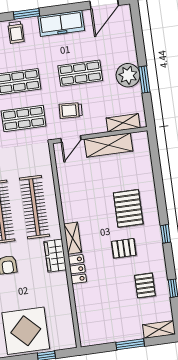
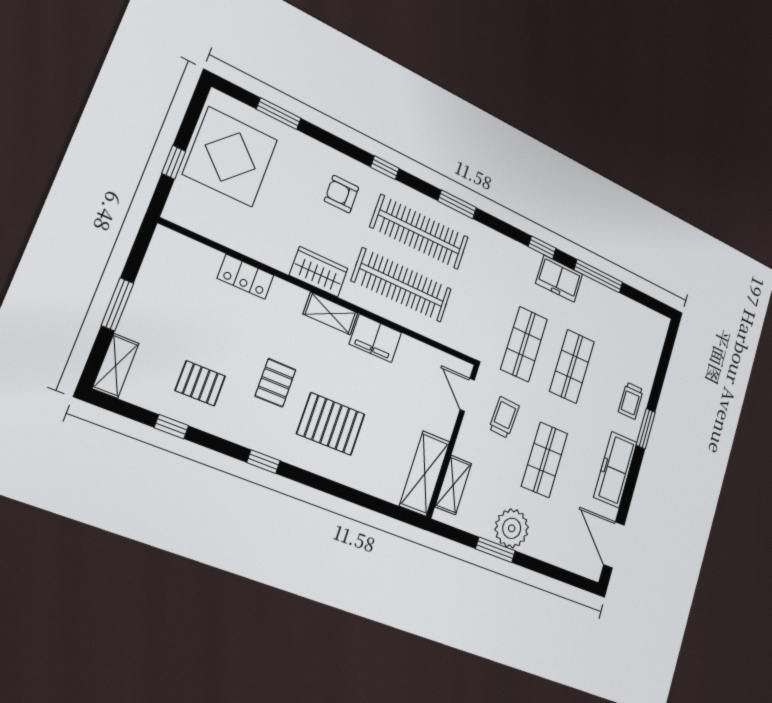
trolley: (16, 32) -> (631, 401), turned -90
shelving: (109, 145) -> (425, 474), moved
filing cabinet: (71, 207) -> (376, 338), added
locker: (77, 269) -> (246, 277), moved

